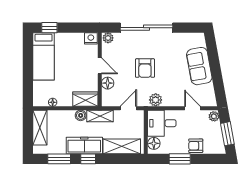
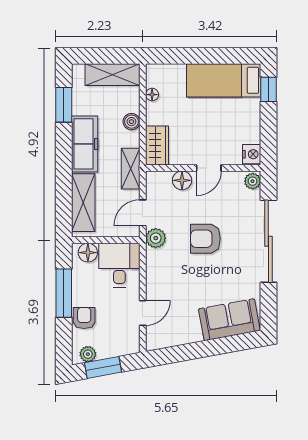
sofa: (199, 66) -> (229, 320), moved
plant: (156, 100) -> (156, 238), moved
door: (128, 108) -> (143, 213), swing flipped
boiler: (81, 115) -> (131, 122), moved
plant: (214, 116) -> (88, 354), moved
window: (88, 159) -> (64, 150), removed
window: (180, 159) -> (64, 293), width x1.44

